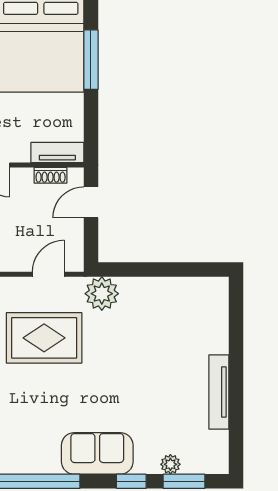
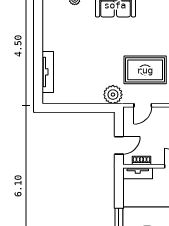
tv unit: (219, 392) -> (48, 72), moved

